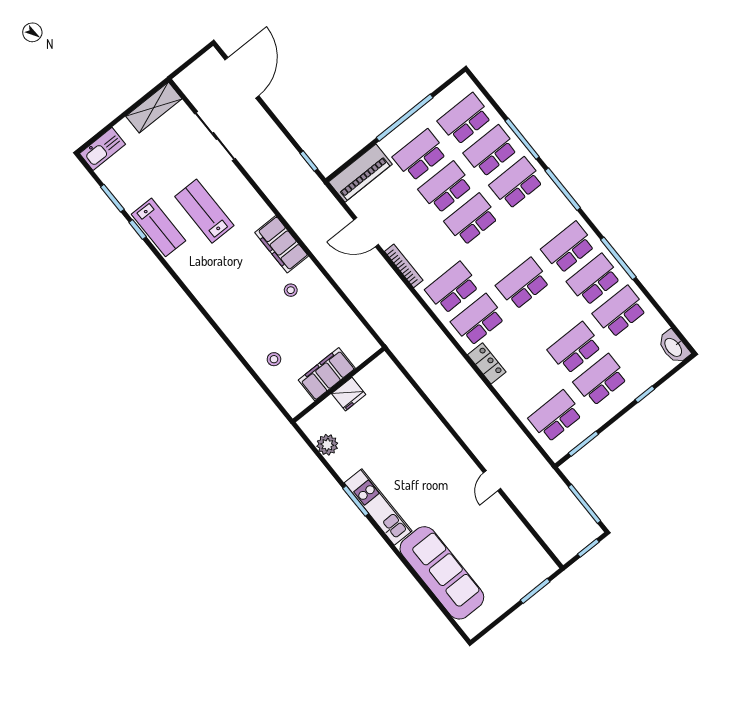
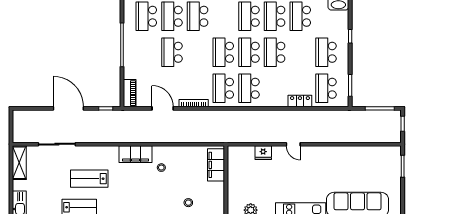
door: (242, 78) -> (68, 108), moved
school desk: (420, 155) -> (146, 52), removed
piano: (360, 173) -> (130, 93), width x0.73, depth x0.75
school desk: (471, 220) -> (223, 52), moved
door: (366, 232) -> (163, 108), swing flipped
school desk: (575, 348) -> (275, 52), moved
locker: (487, 363) -> (300, 101), moved
filing cabinet: (327, 374) -> (216, 165), moved
fridge: (349, 394) -> (263, 153), moved, turned 90
door: (492, 481) -> (293, 144), moved

